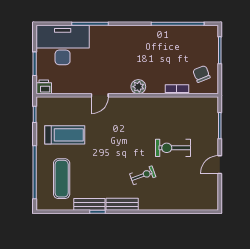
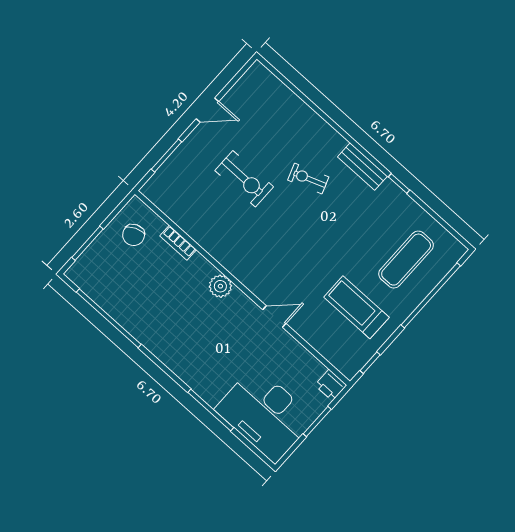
bench: (89, 204) -> (401, 200), removed

